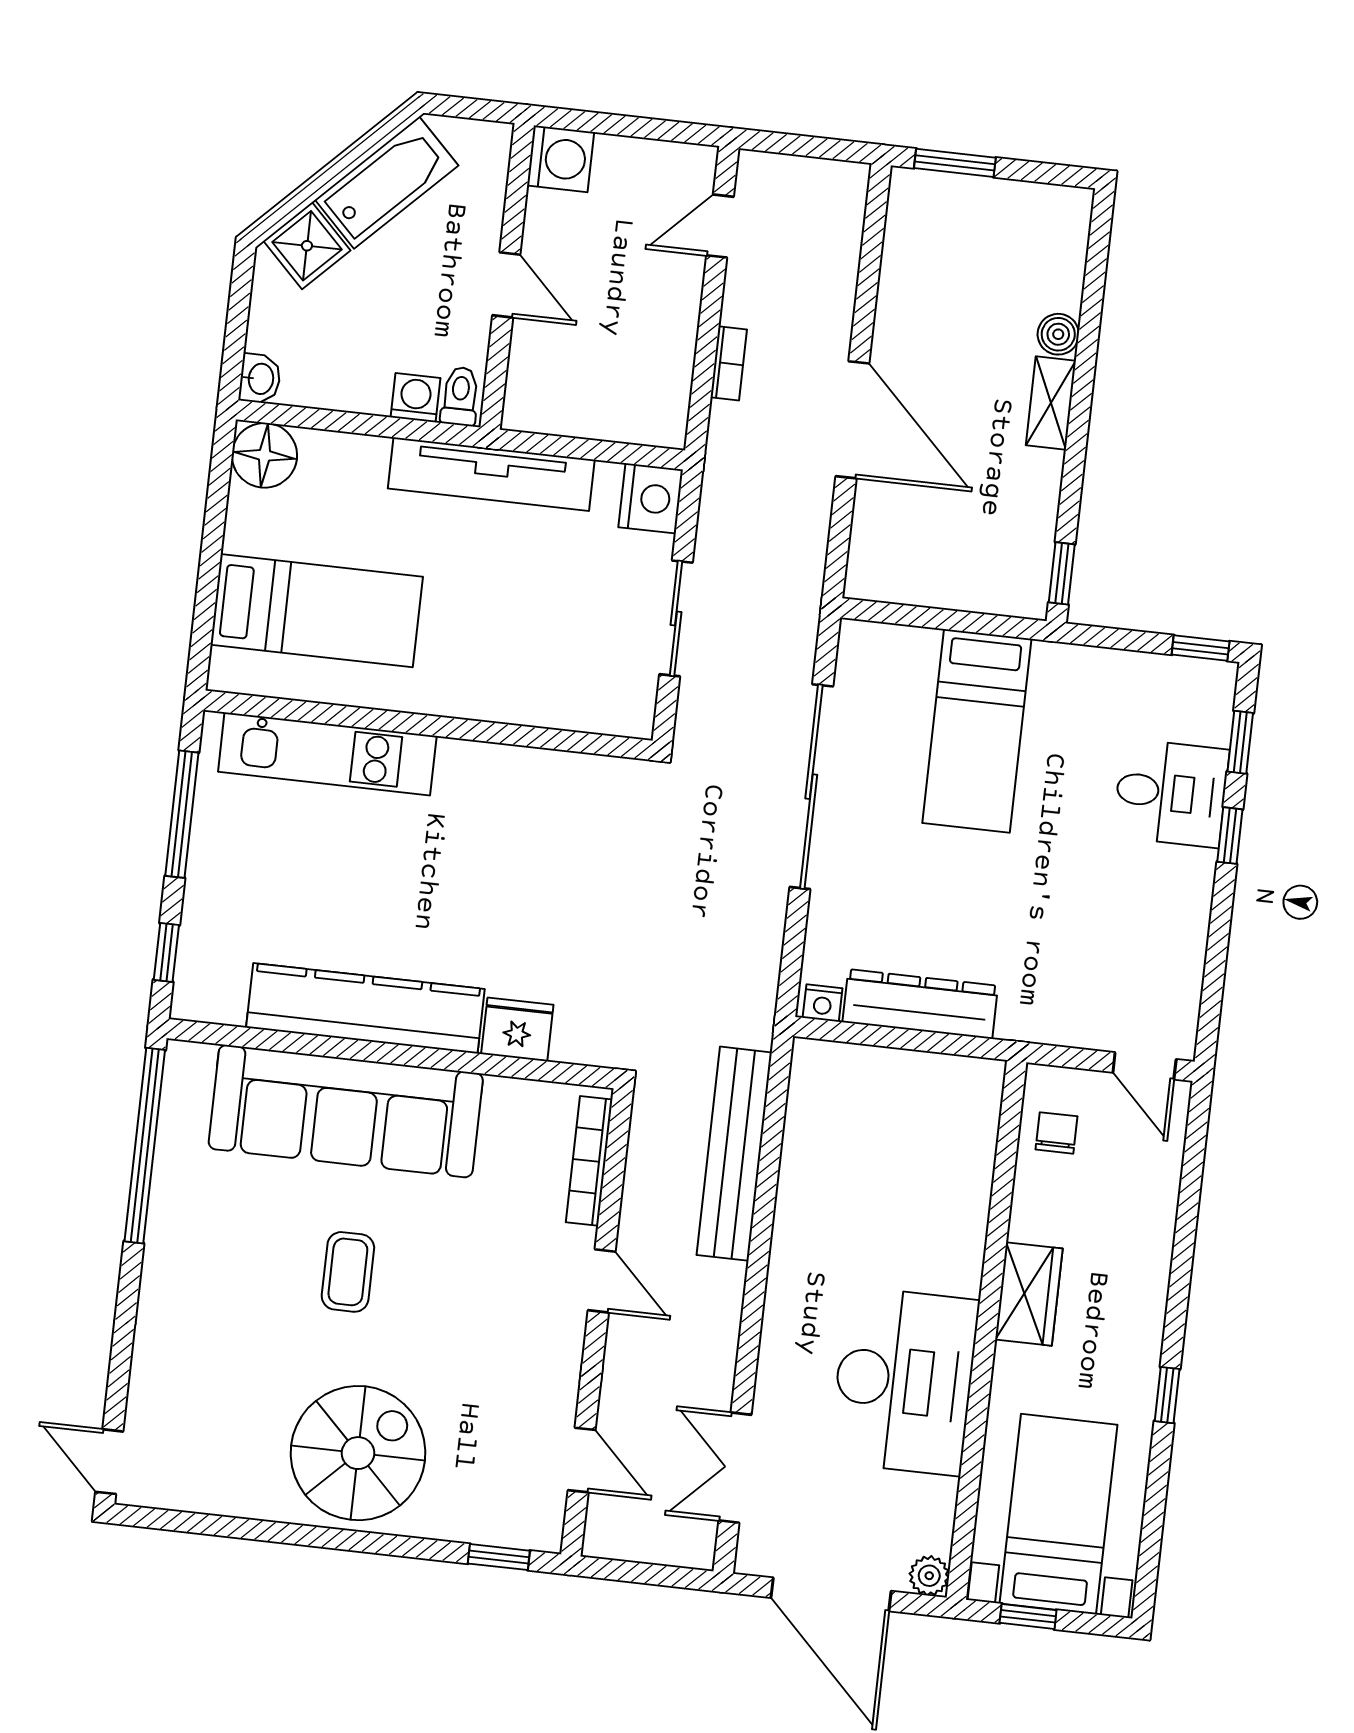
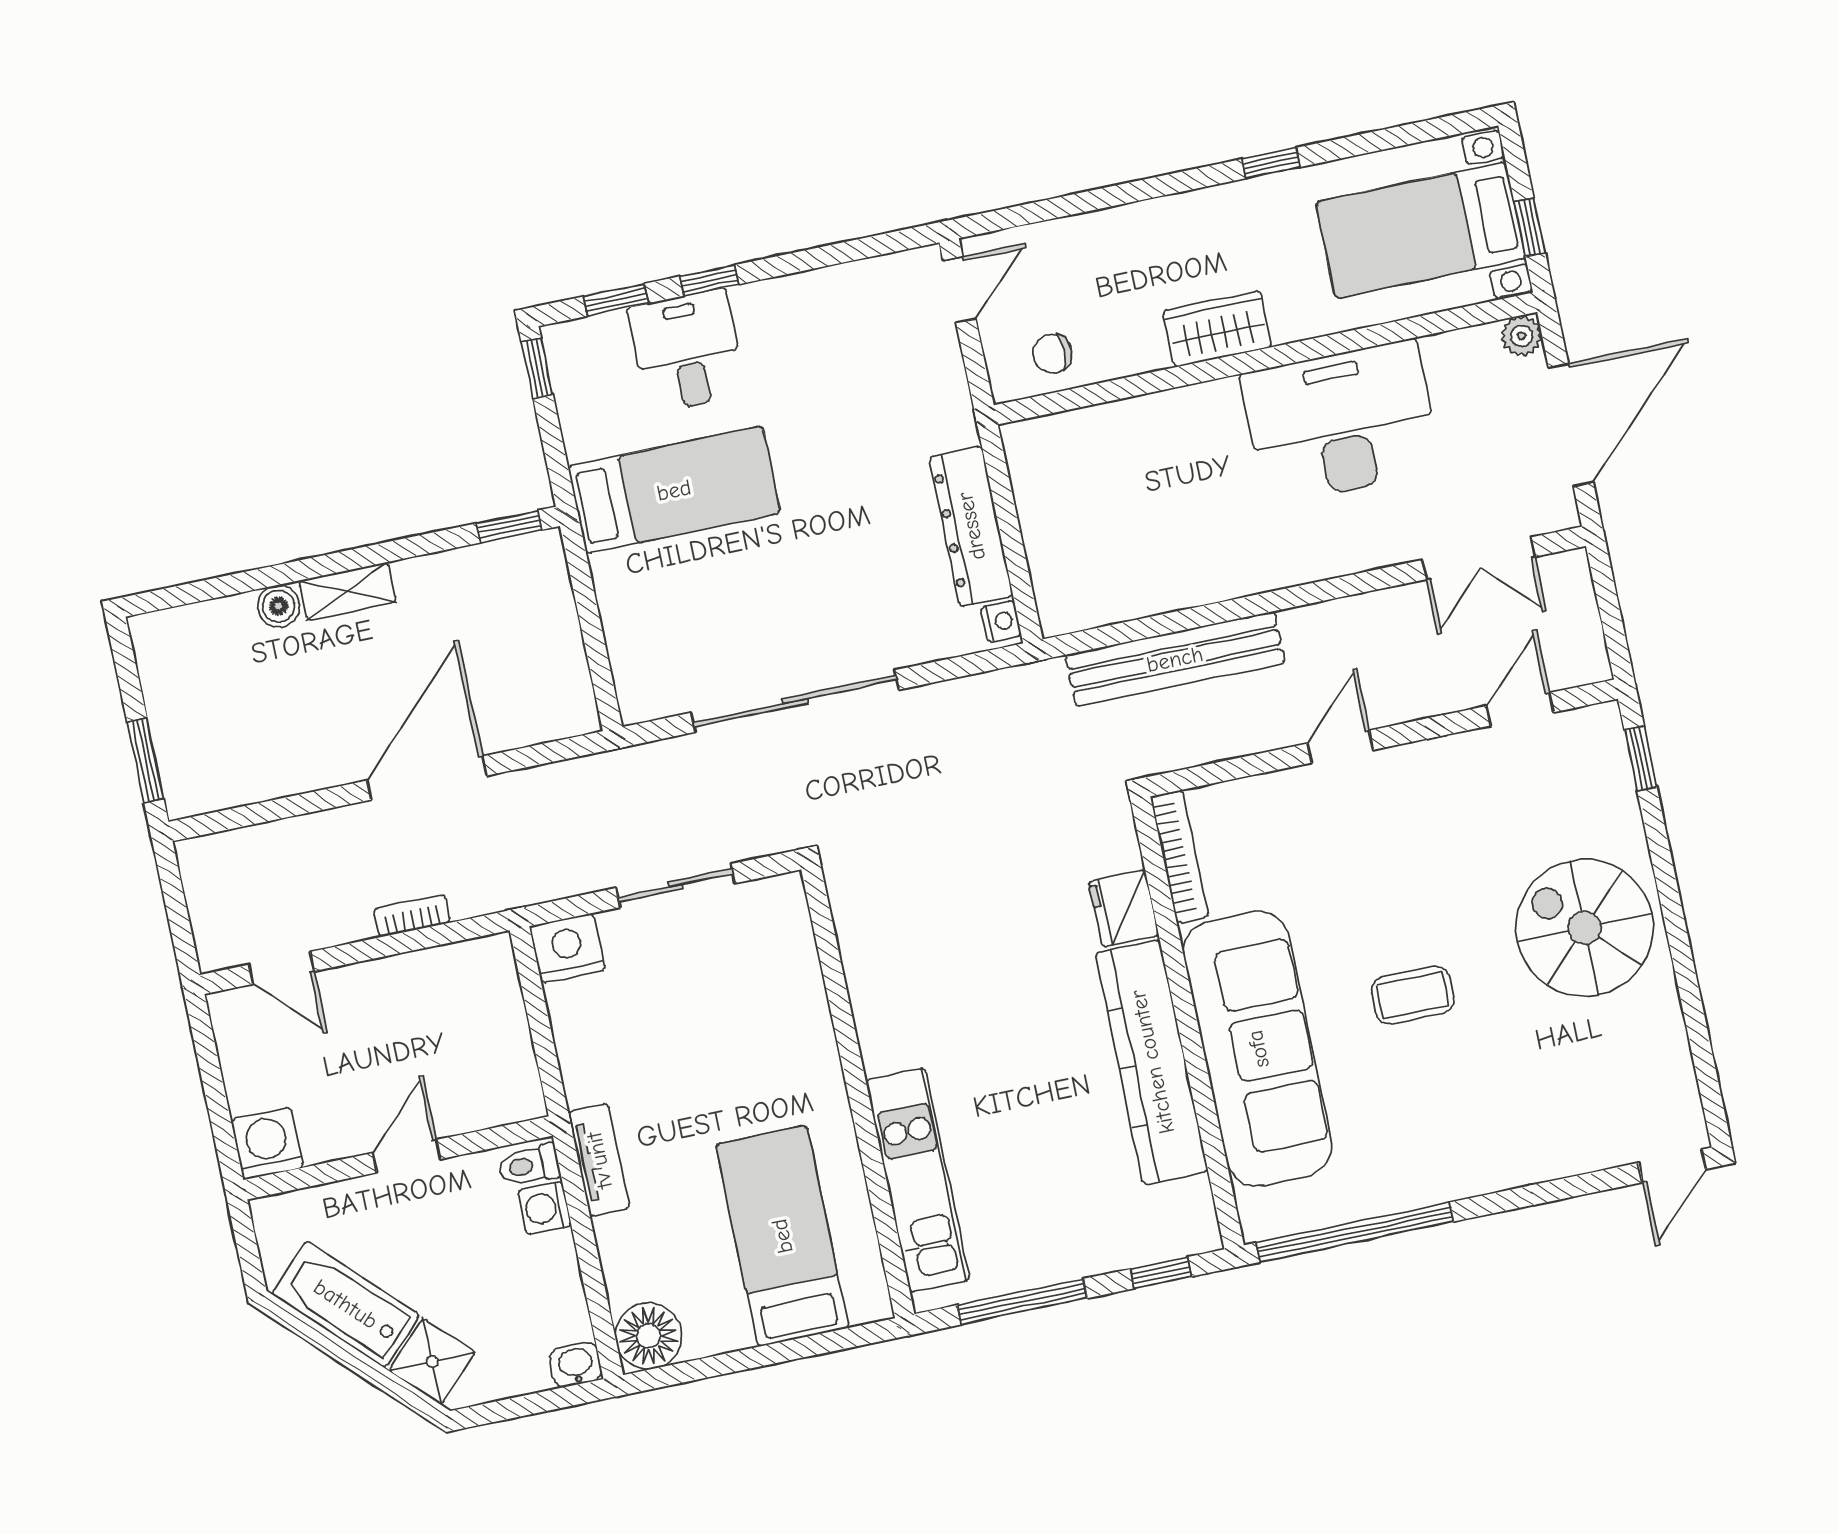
tv unit: (491, 474) -> (599, 1160), width x0.52, depth x0.78
bed: (977, 731) -> (674, 490), moved
bookcase: (589, 1161) -> (1180, 856), moved, turned -90

